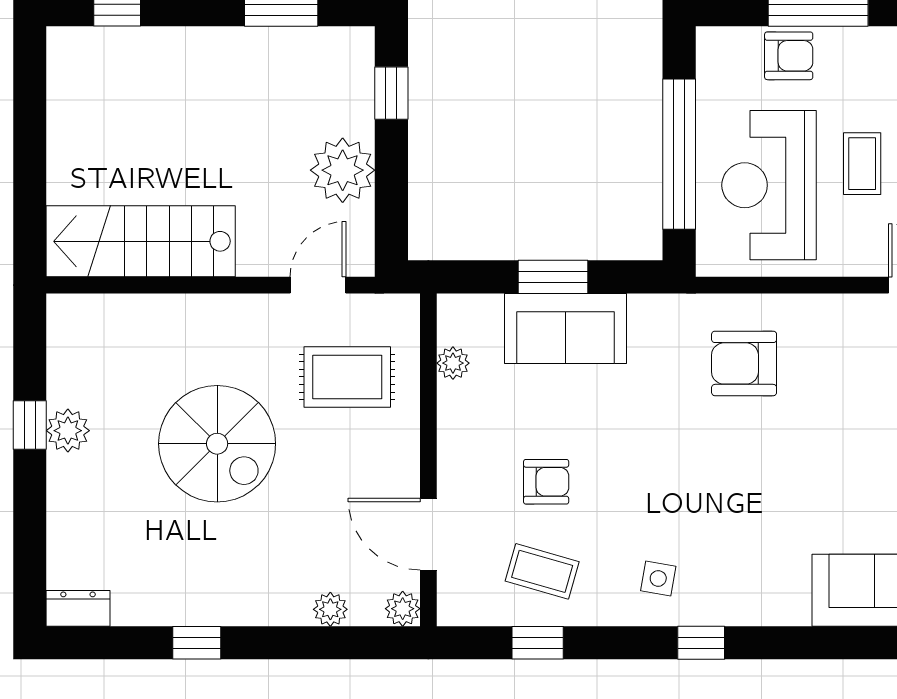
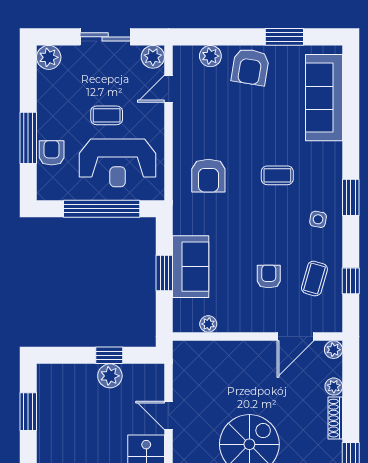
window: (391, 93) -> (109, 355), moved
plant: (343, 170) -> (110, 376), width x0.73, depth x0.73
door: (318, 285) -> (169, 415), moved
rug: (347, 377) -> (215, 378), removed
coffee table: (745, 498) -> (277, 175), added
shoe rack: (268, 612) -> (335, 418), added
window: (701, 643) -> (351, 197), width x1.50

